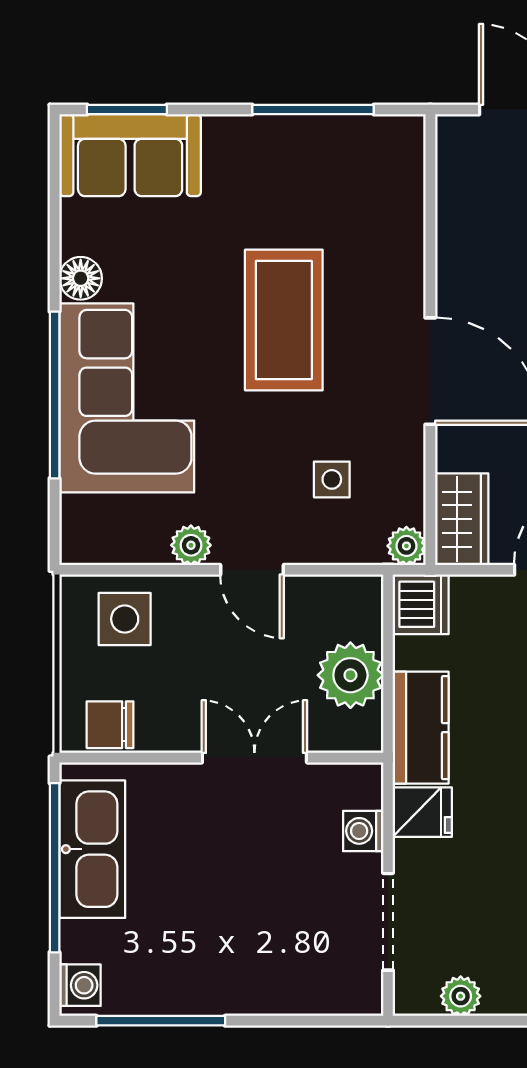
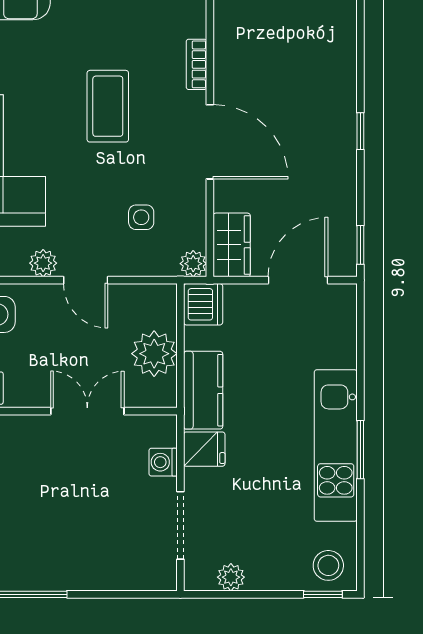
bookcase: (411, 260) -> (196, 64), added
coffee table: (284, 320) -> (108, 106), width x0.73, depth x0.76

